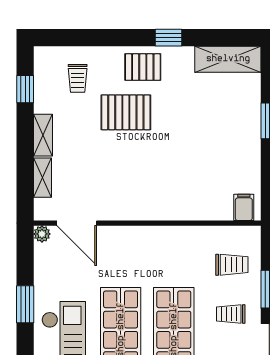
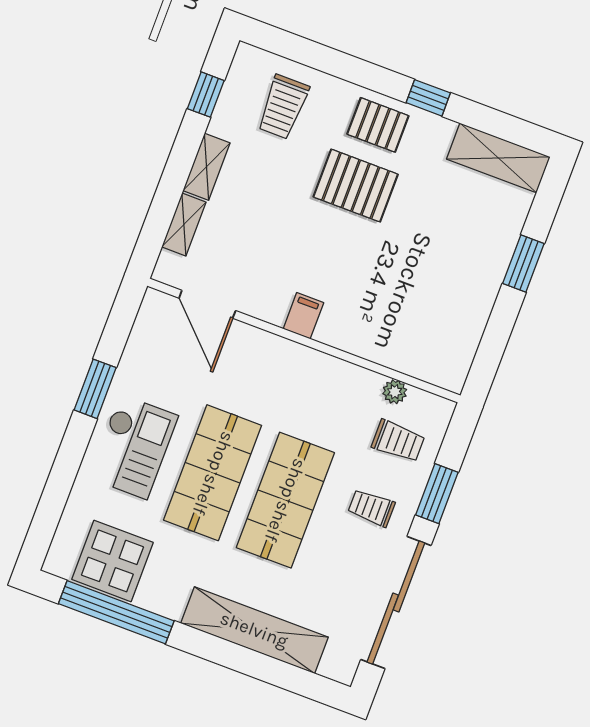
trolley: (78, 78) -> (283, 107), width x1.36, depth x1.39
pallet: (126, 112) -> (356, 186), moved
filing cabinet: (244, 207) -> (303, 316), moved
plant: (42, 234) -> (395, 392), moved

